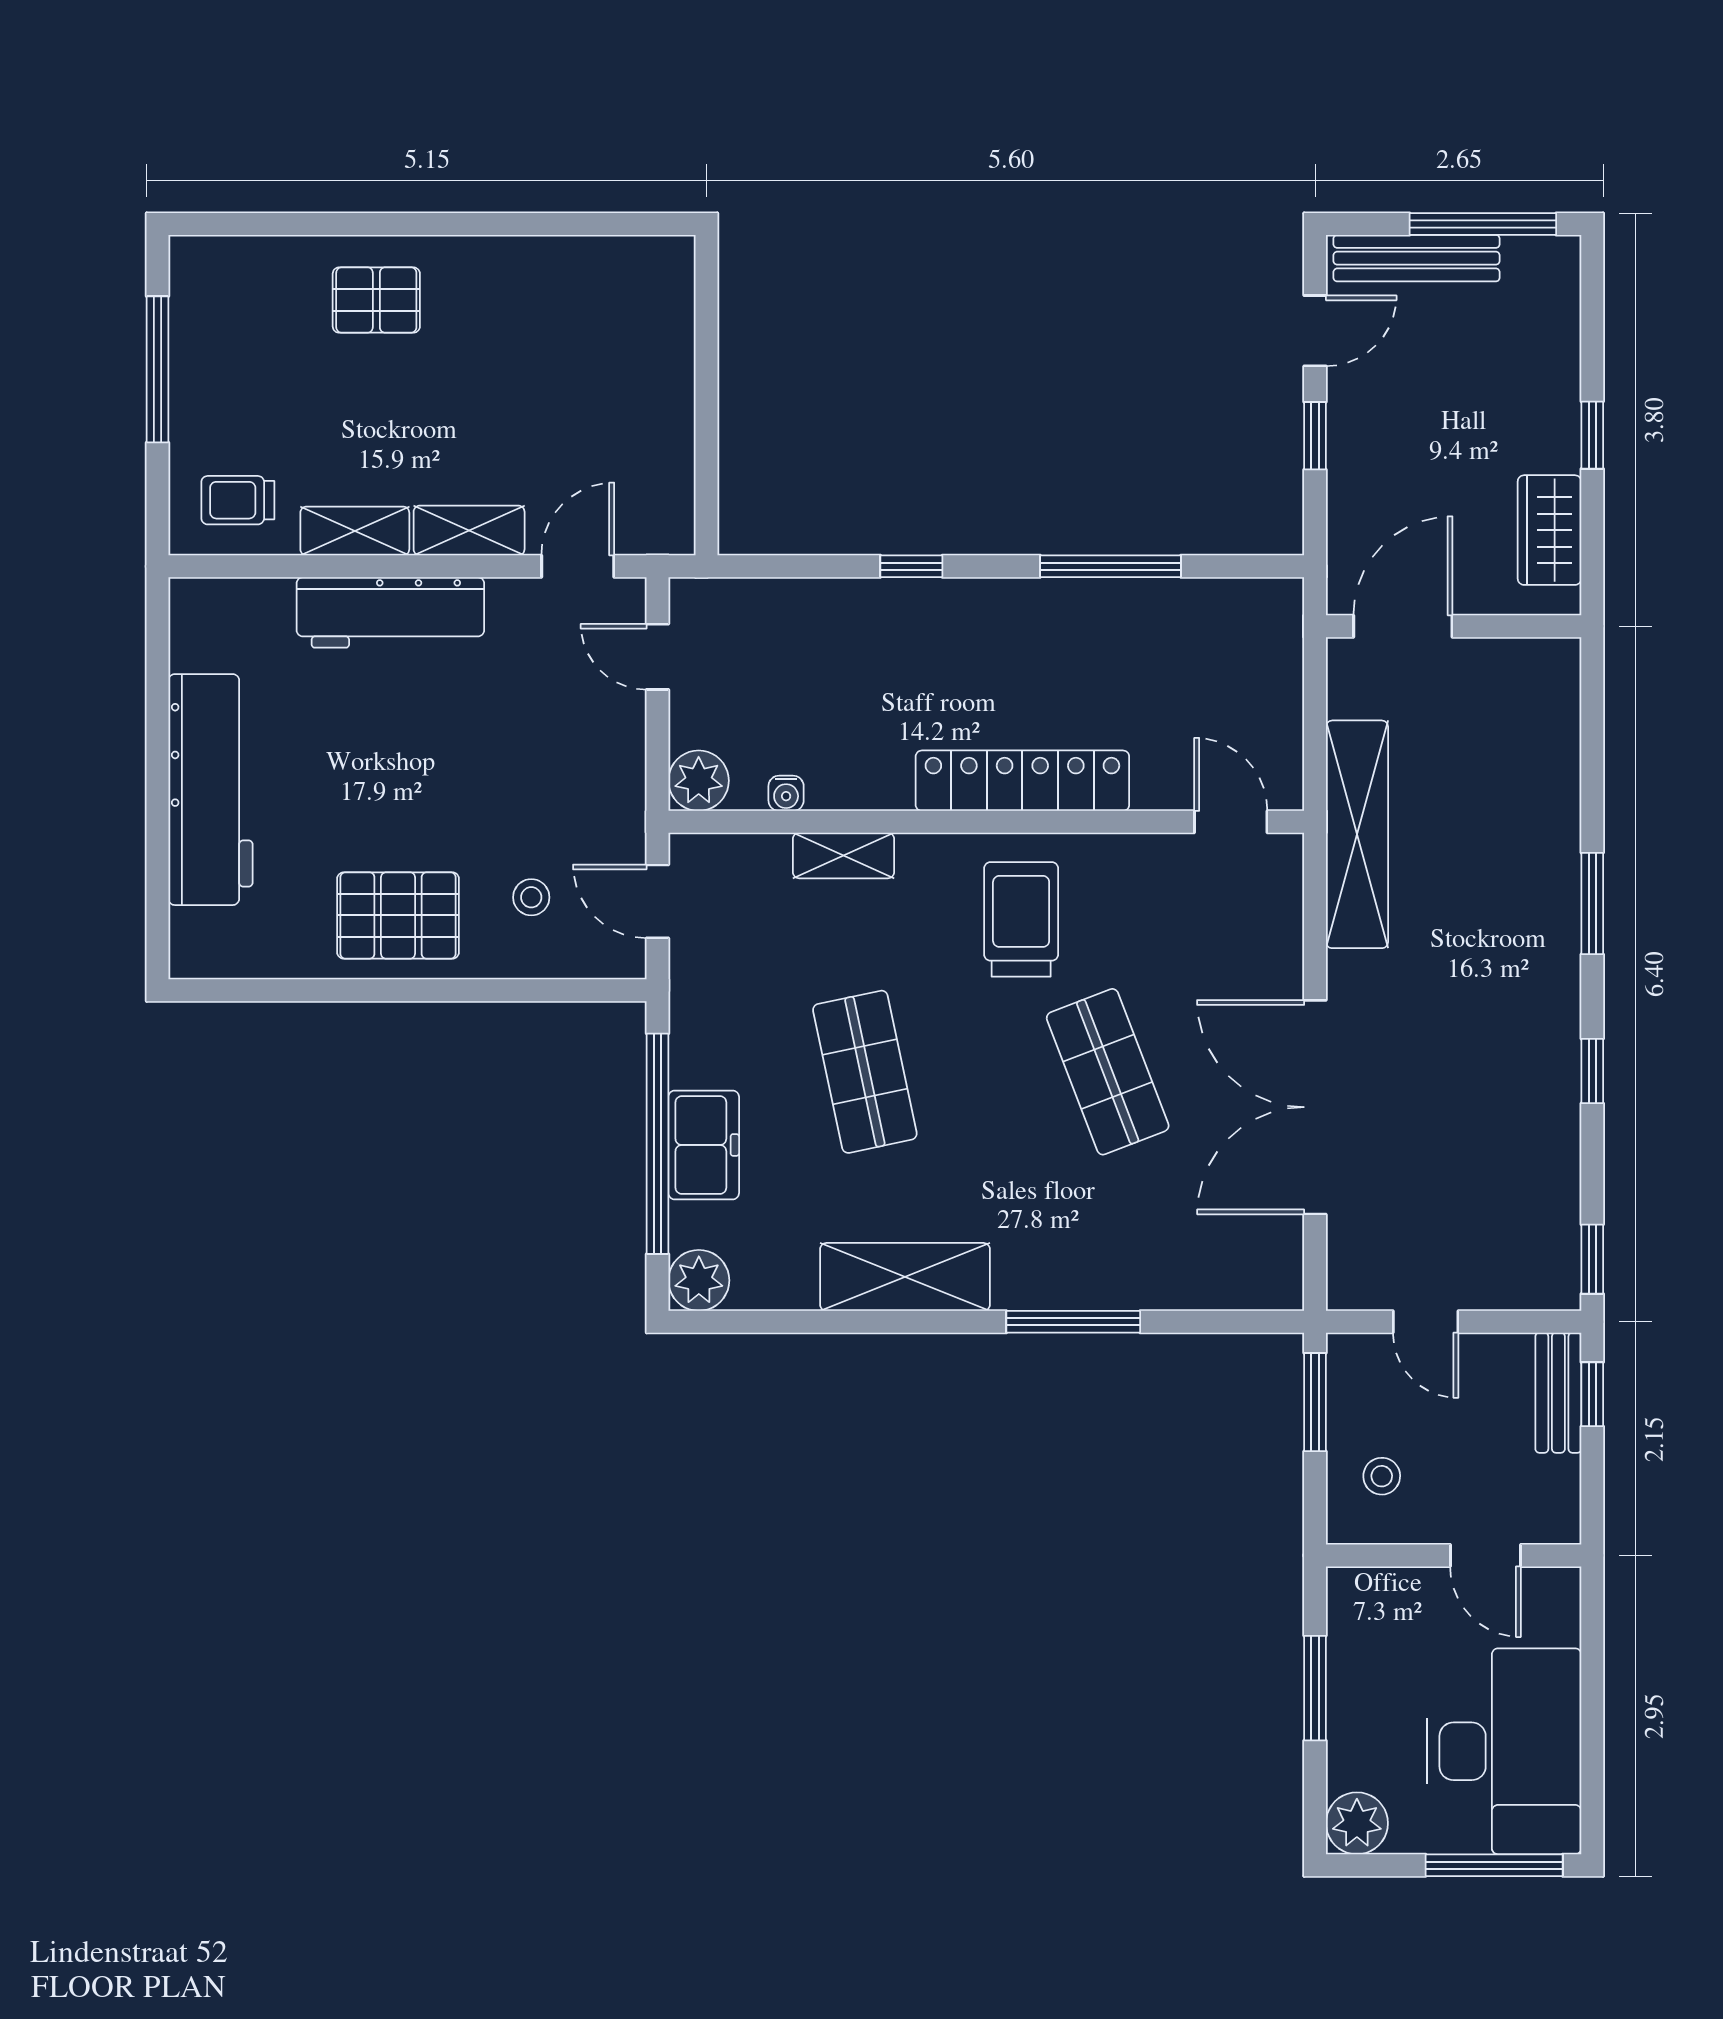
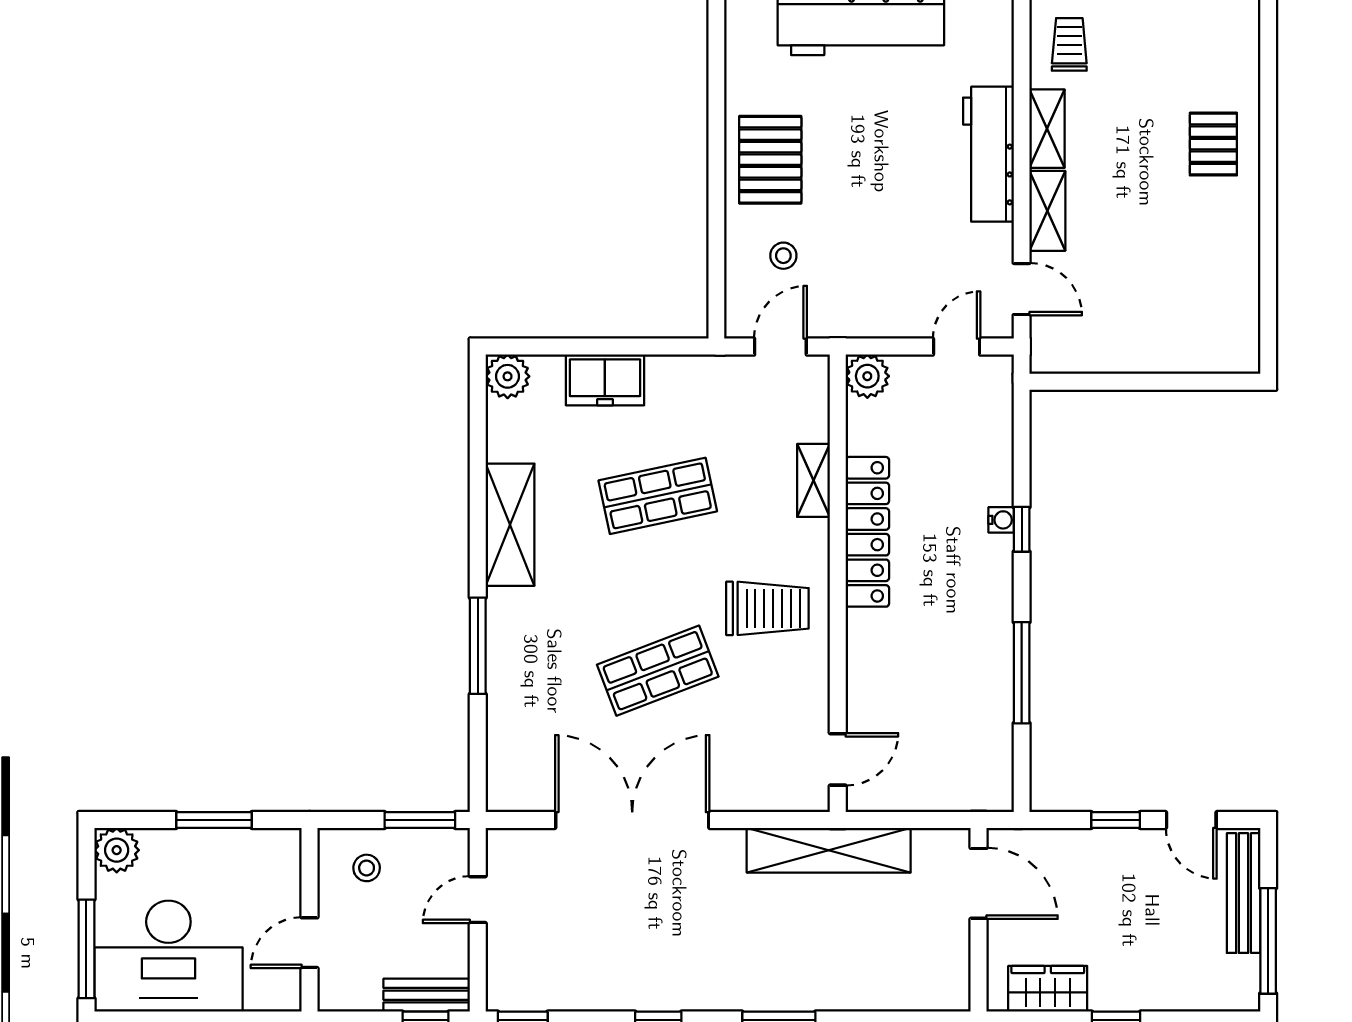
locker: (1022, 781) -> (867, 532), moved
water cooler: (786, 793) -> (1001, 520), moved, turned 180
window: (657, 1144) -> (606, 347), removed

